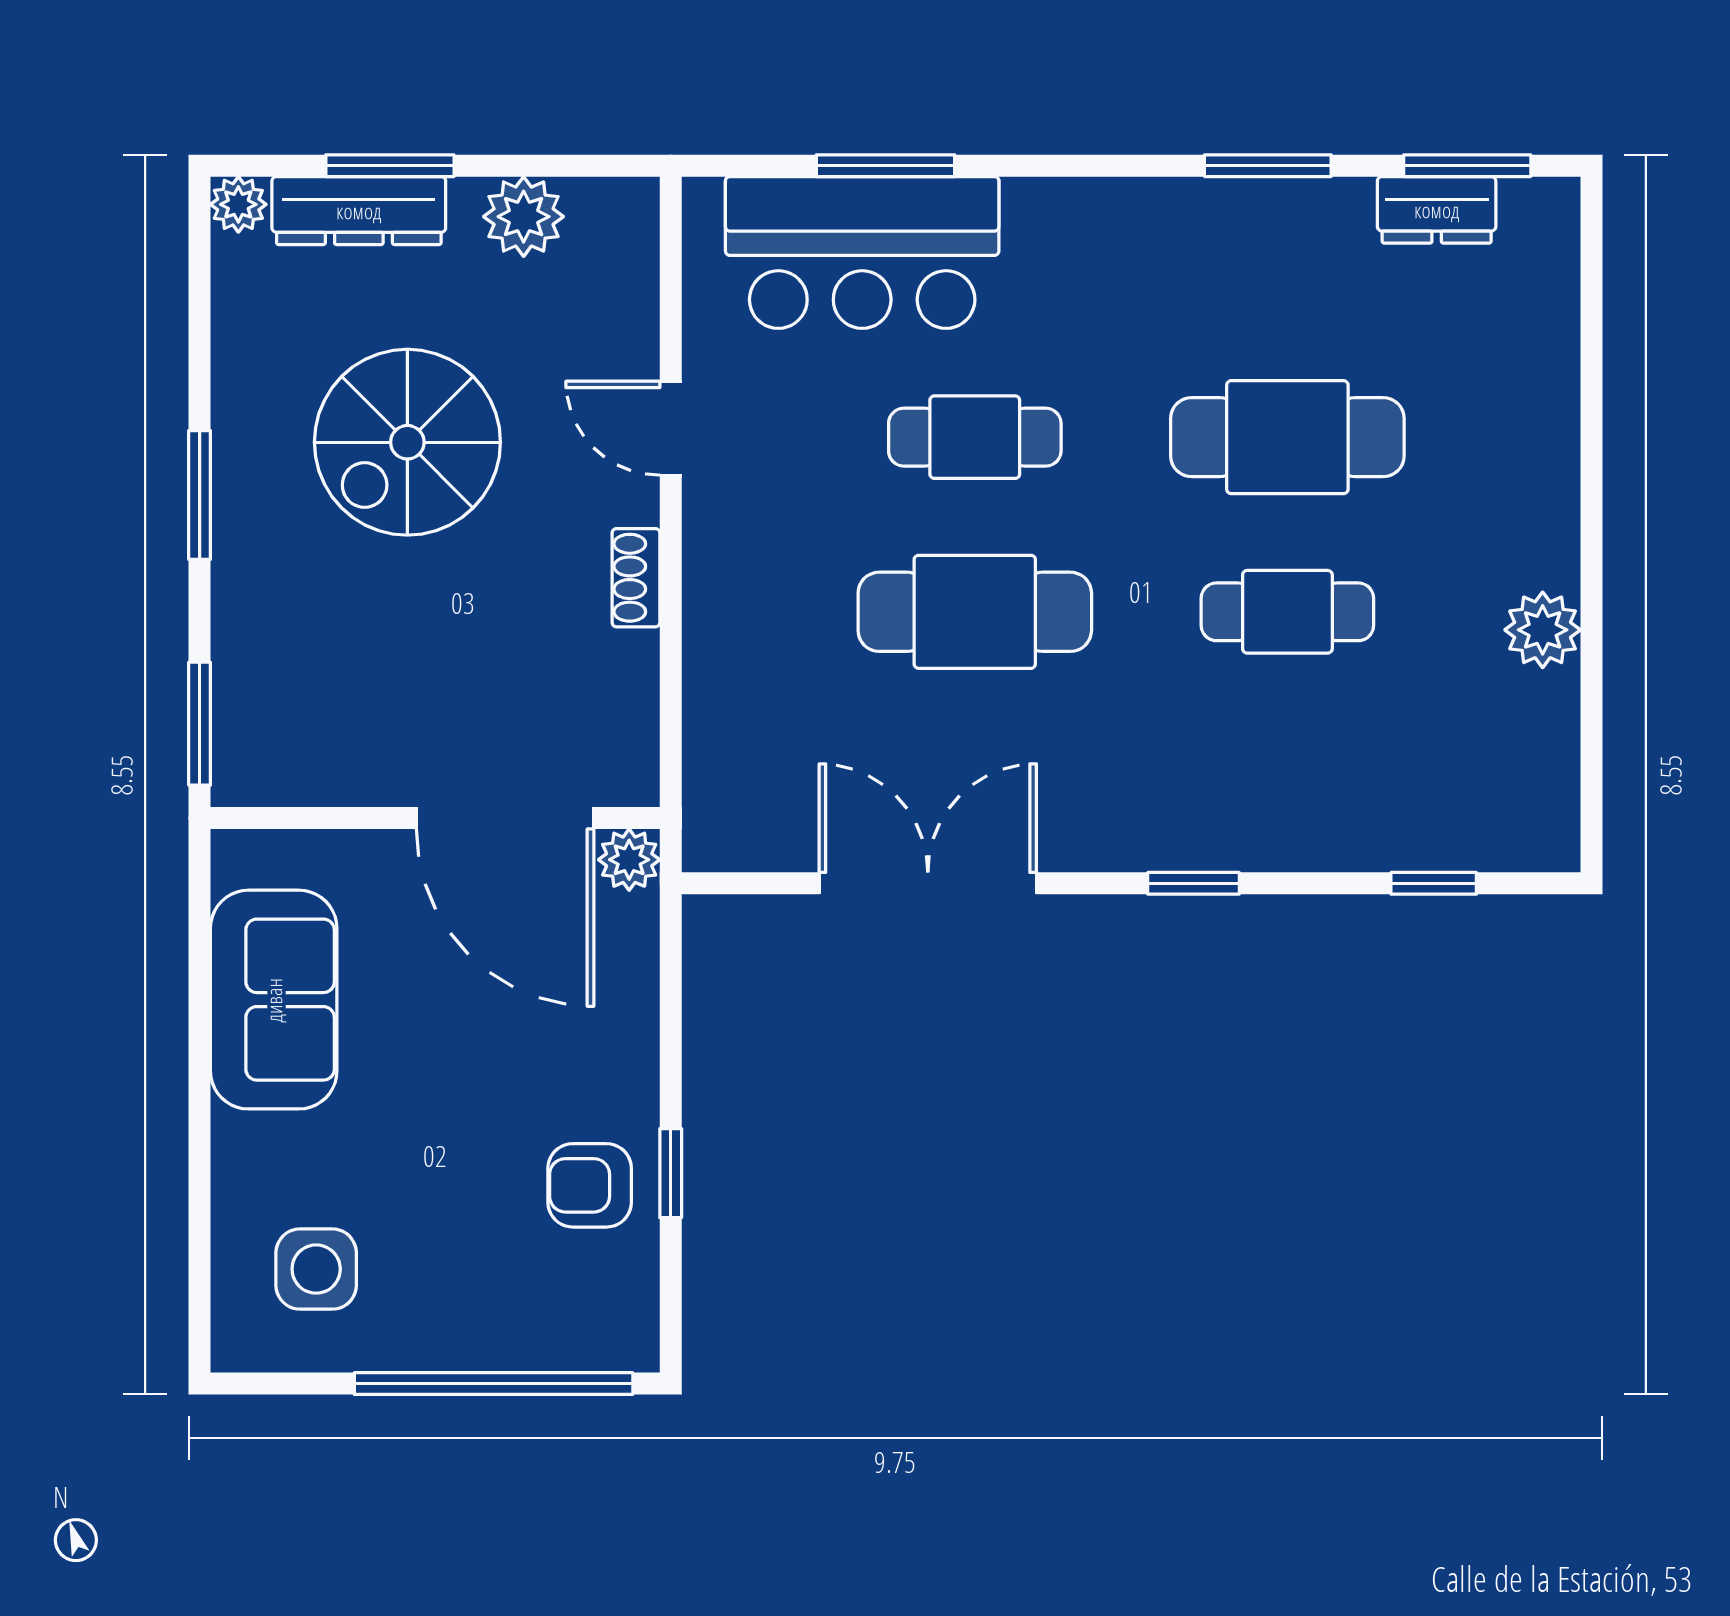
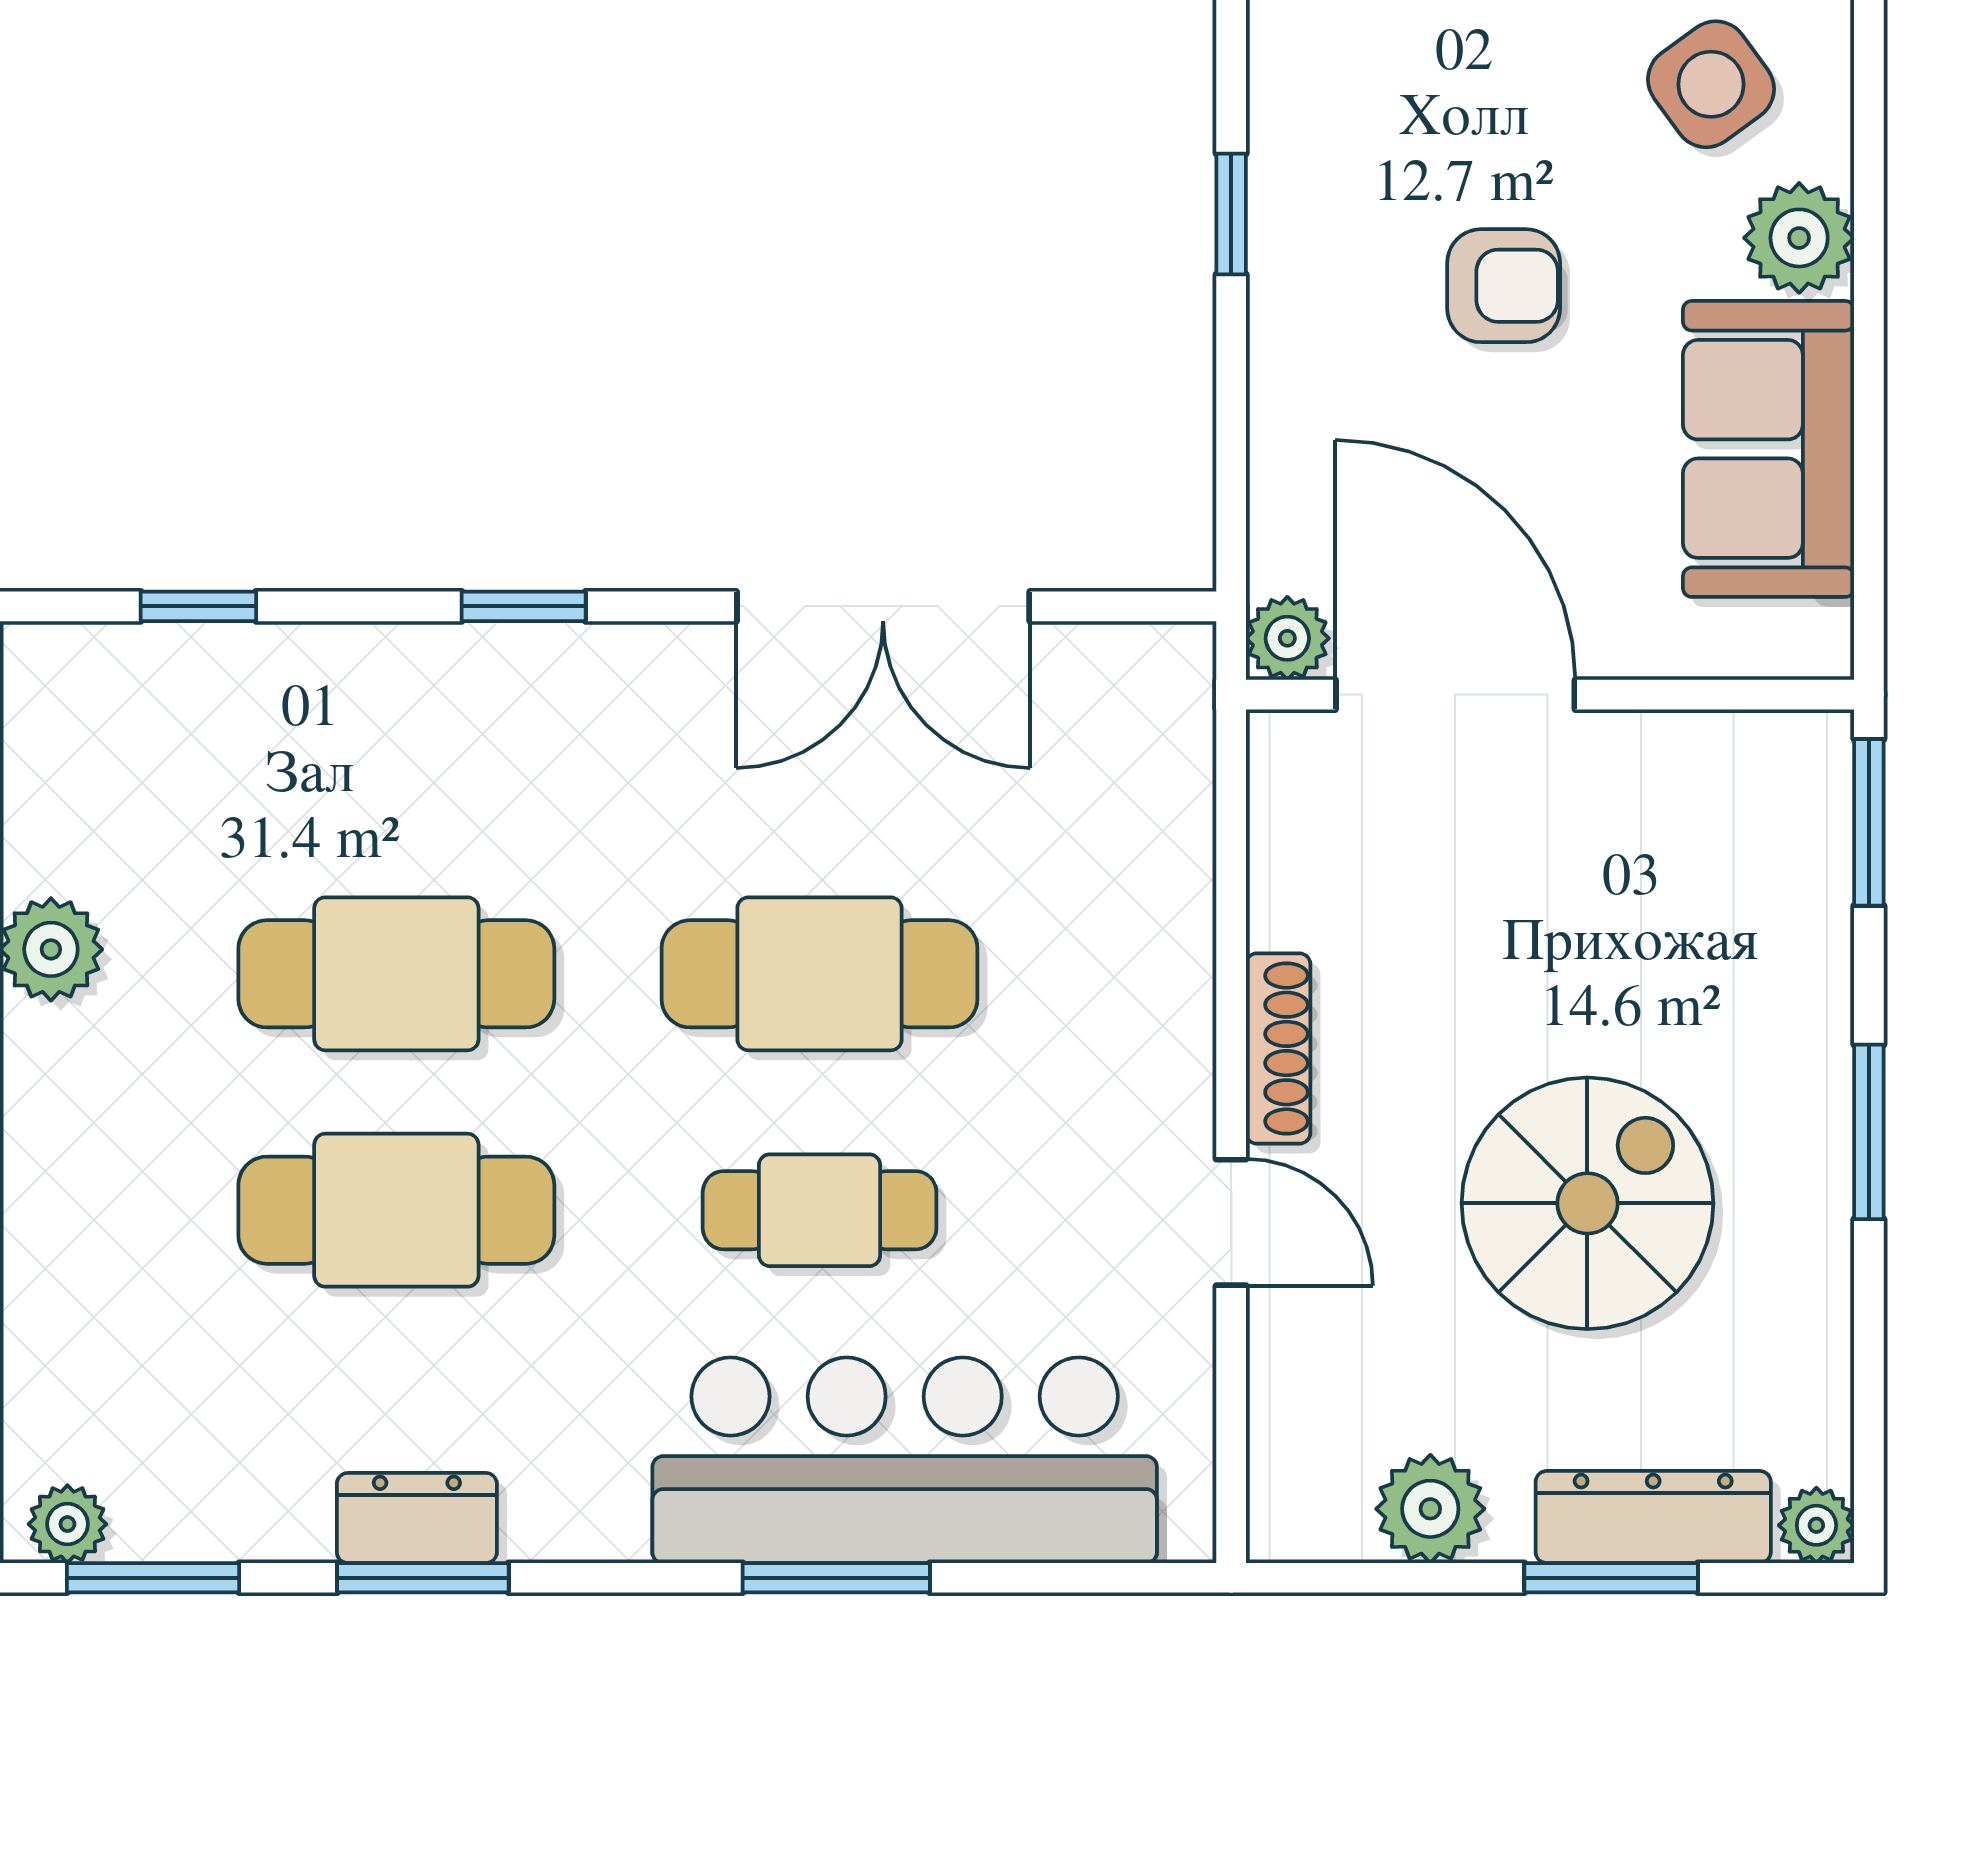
window: (885, 166) -> (836, 1578), moved
plant: (1530, 205) -> (67, 1524), added
dresser: (1437, 210) -> (417, 1518), moved
bar counter: (862, 252) -> (905, 1460), width x1.36
shoe rack: (636, 578) -> (1278, 1049), width x1.43
cafe table: (1287, 612) -> (396, 974), width x1.37, depth x1.35
plant: (251, 1155) -> (1799, 238), added
armchair: (590, 1185) -> (1504, 286), moved
side table: (316, 1269) -> (1711, 84), turned -36

